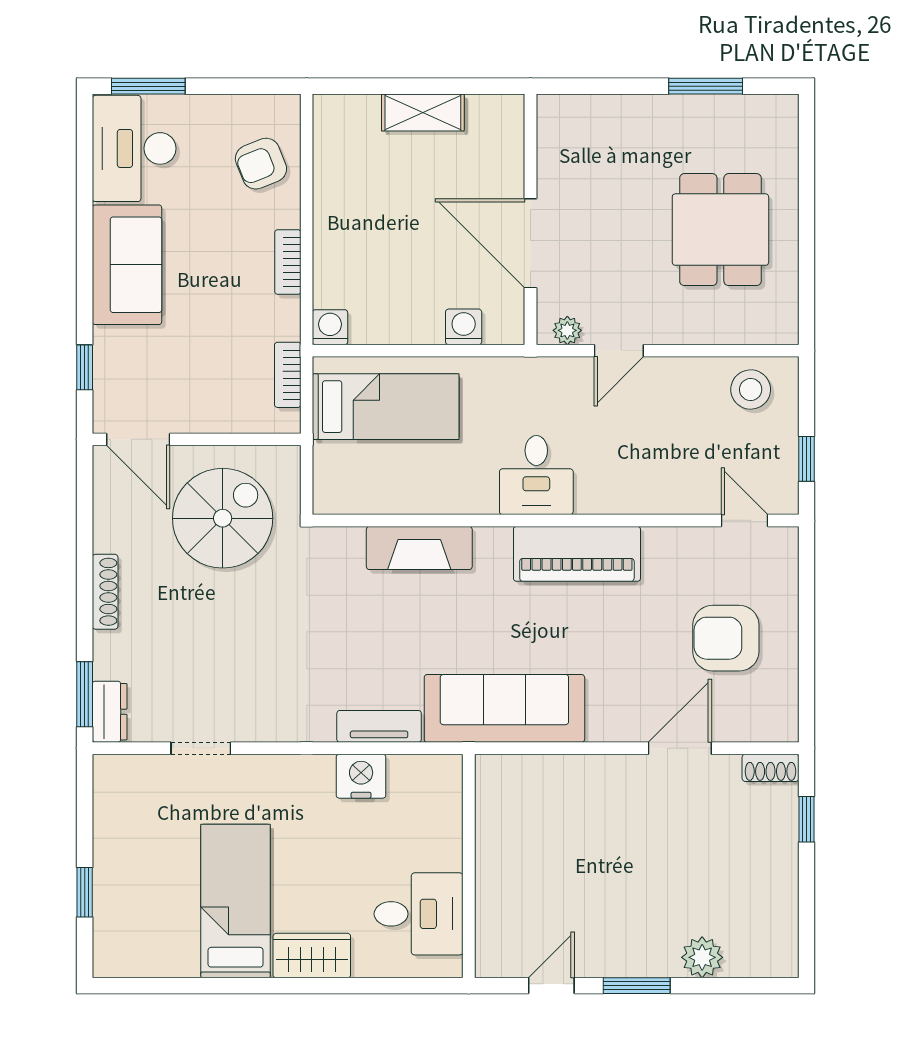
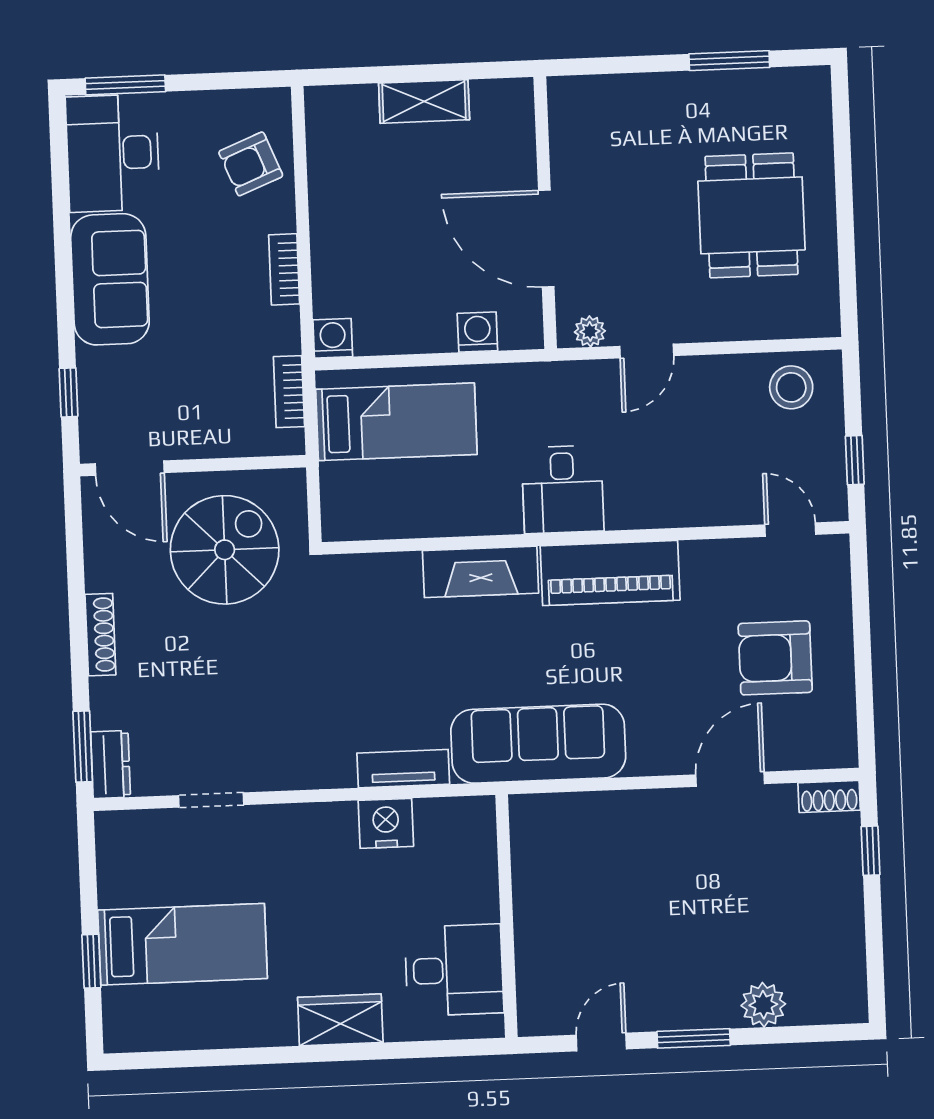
fireplace: (419, 548) -> (481, 572), moved
bed: (236, 901) -> (182, 944), moved, turned 90

